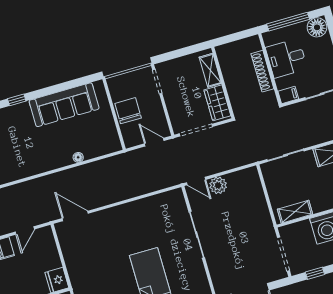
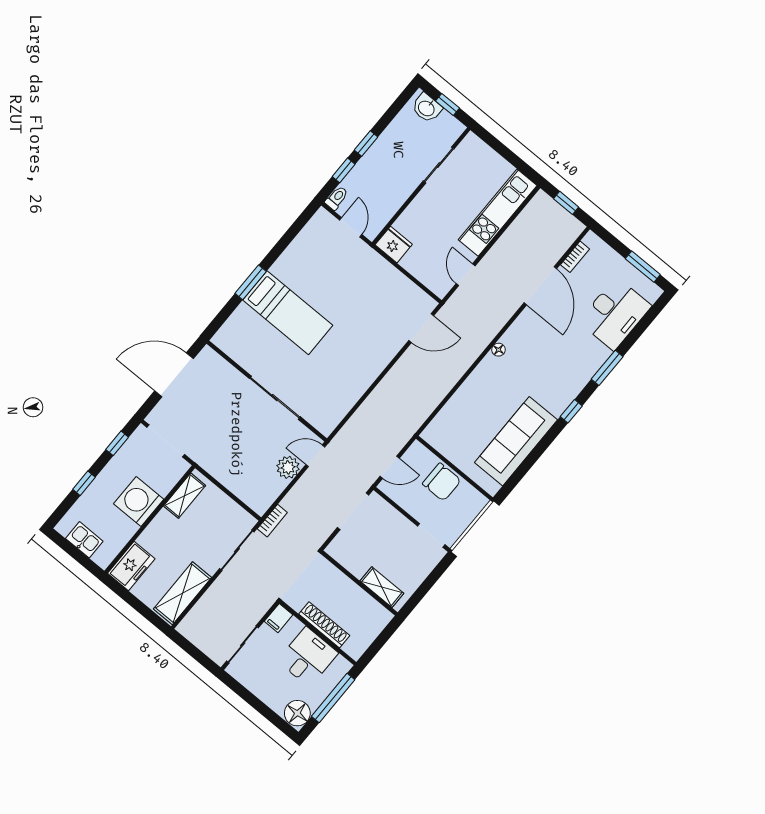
wardrobe: (217, 103) -> (350, 557), removed
floor lamp: (78, 157) -> (498, 350), moved
bookcase: (251, 159) -> (272, 521), added

